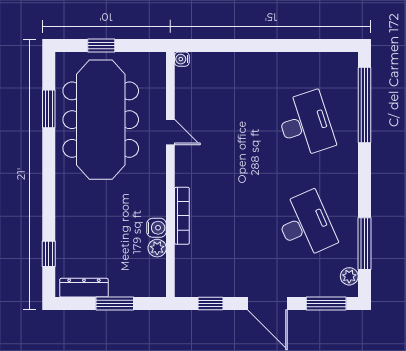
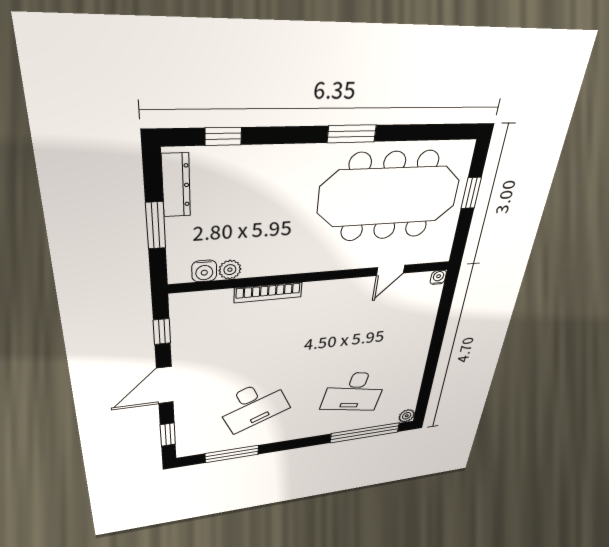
window: (49, 109) -> (352, 134), moved
desk: (305, 124) -> (354, 392), turned 30
door: (170, 132) -> (391, 270), moved
water cooler: (157, 228) -> (204, 271), moved
plant: (349, 276) -> (407, 416), moved
window: (326, 303) -> (168, 434), width x0.67

